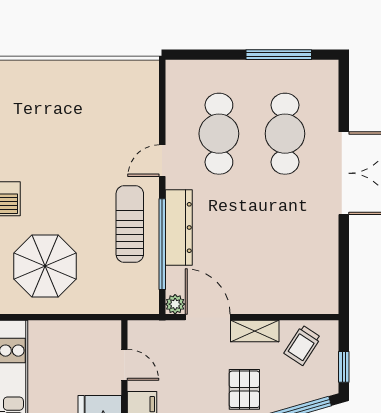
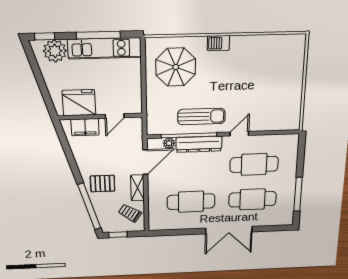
door: (162, 161) -> (239, 134), hinge flipped
cafe table: (285, 240) -> (191, 202), added
plant: (175, 304) -> (169, 143), moved

